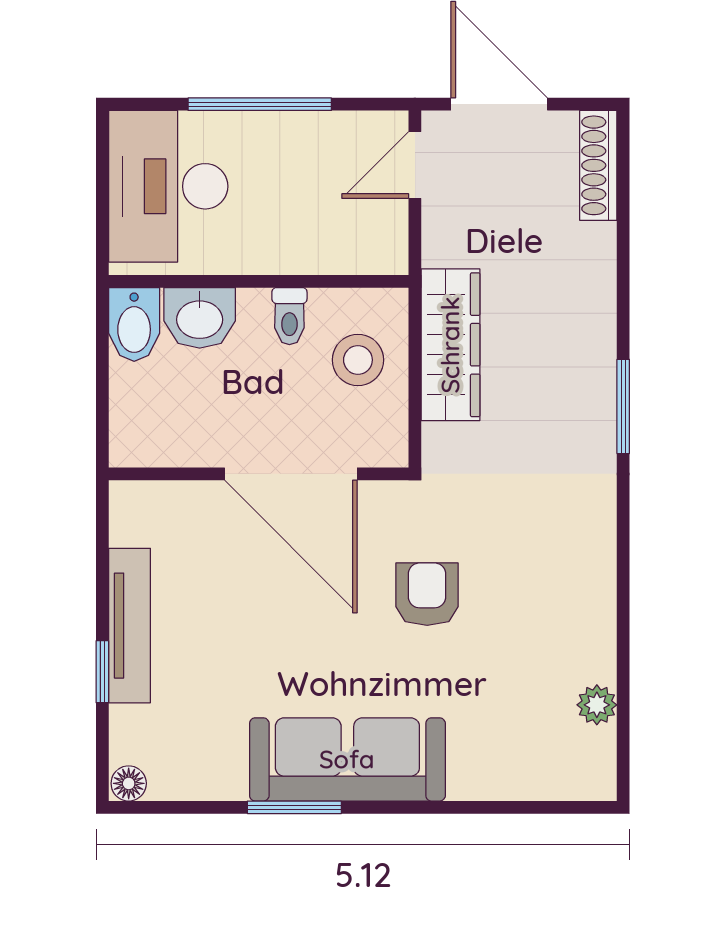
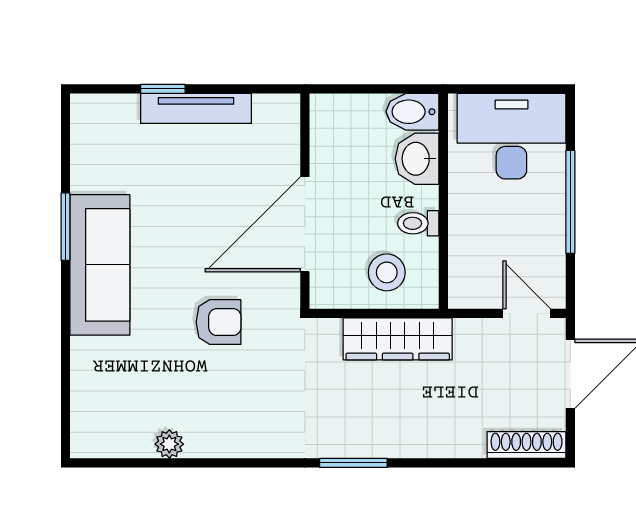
plant: (597, 705) -> (169, 444), moved
floor lamp: (129, 783) -> (83, 108), removed

